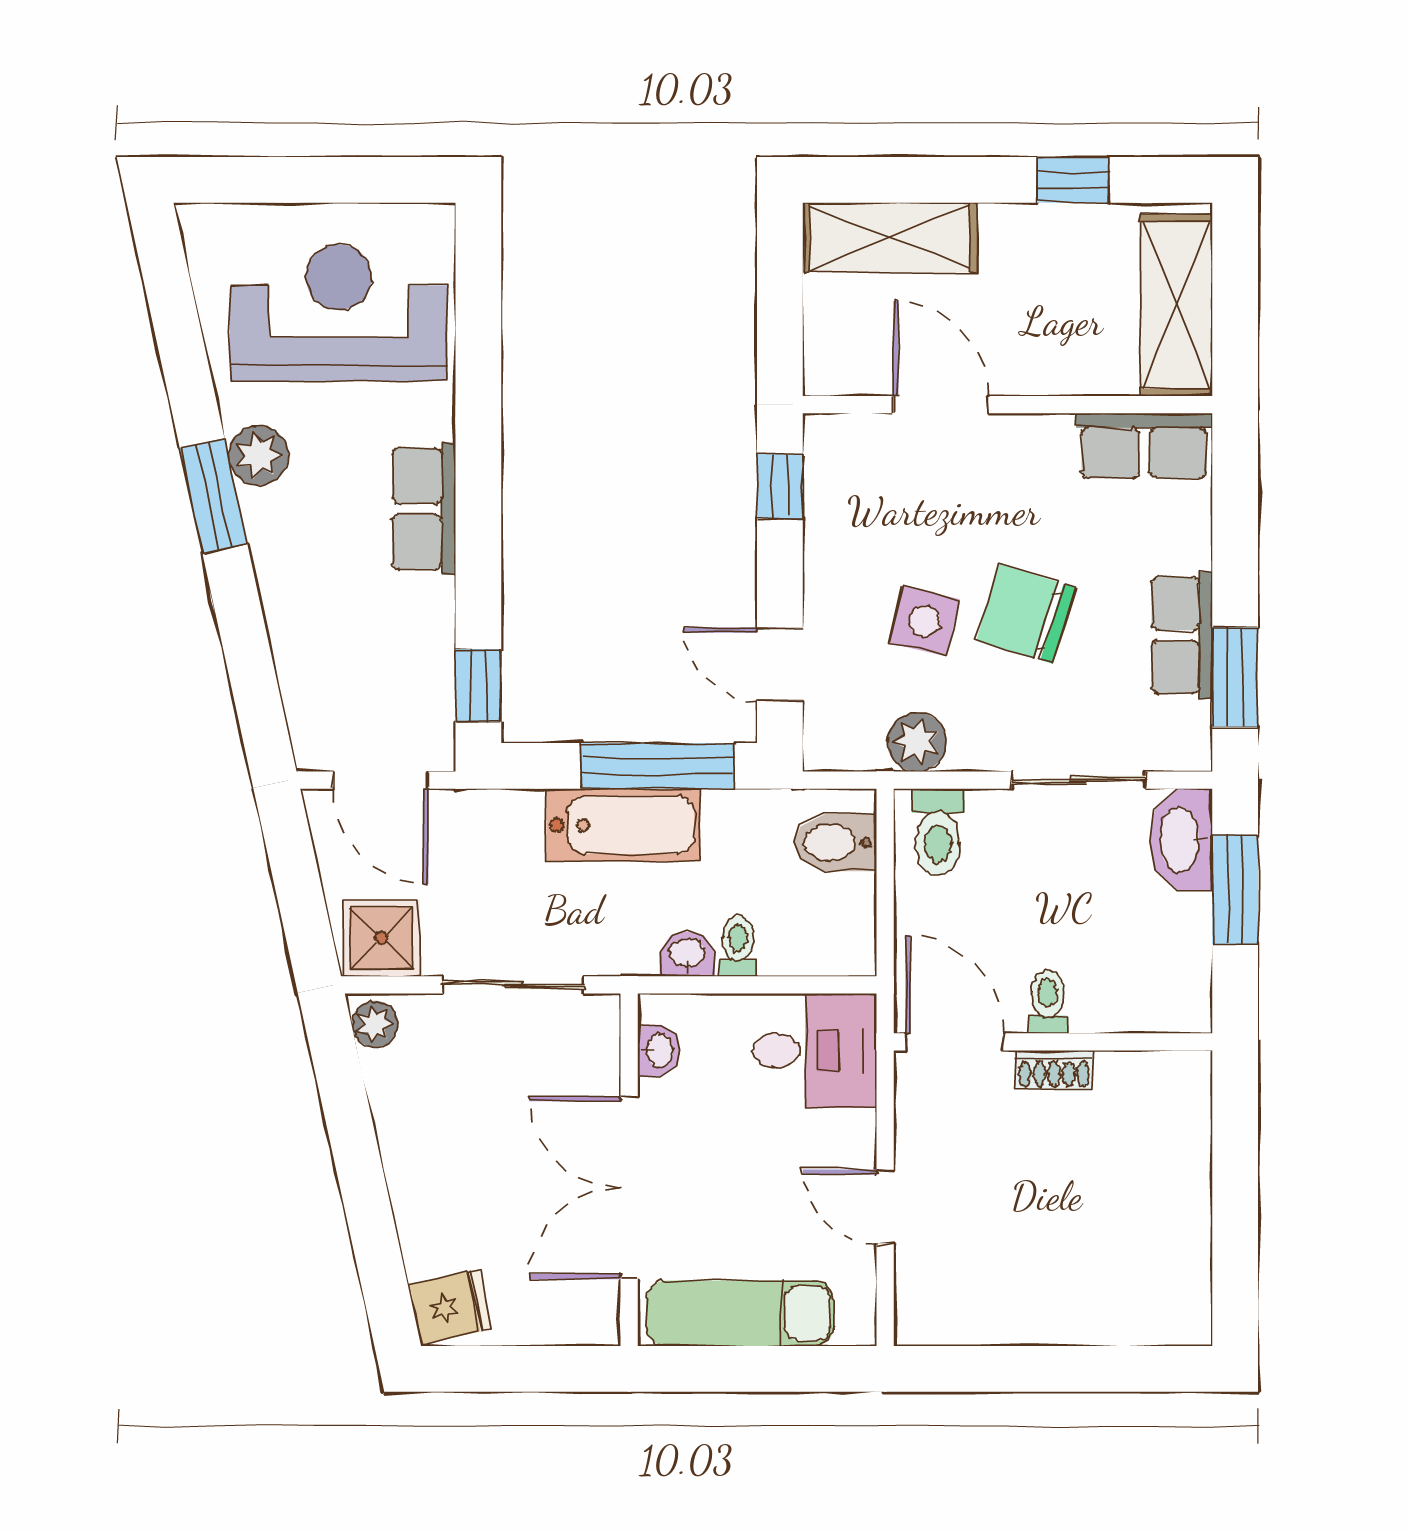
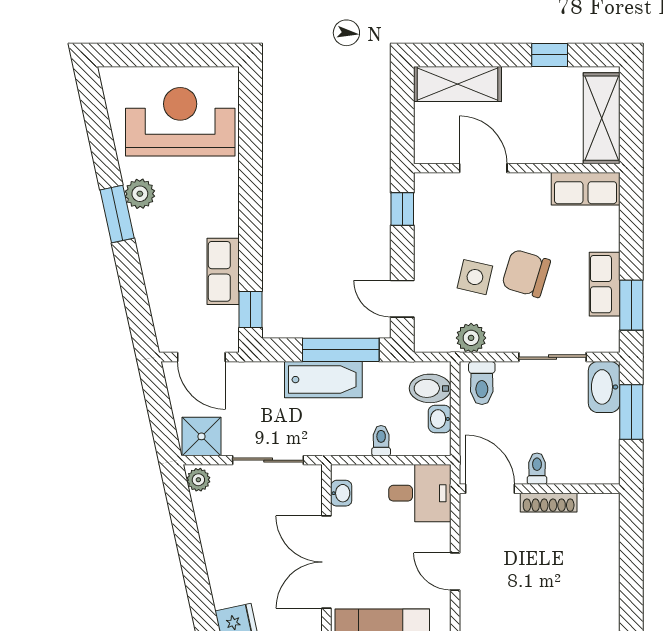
row of seats: (424, 509) -> (223, 271), moved
washbasin: (687, 954) -> (440, 419), moved, turned -90
shoe rack: (1054, 1069) -> (549, 503), width x1.43

